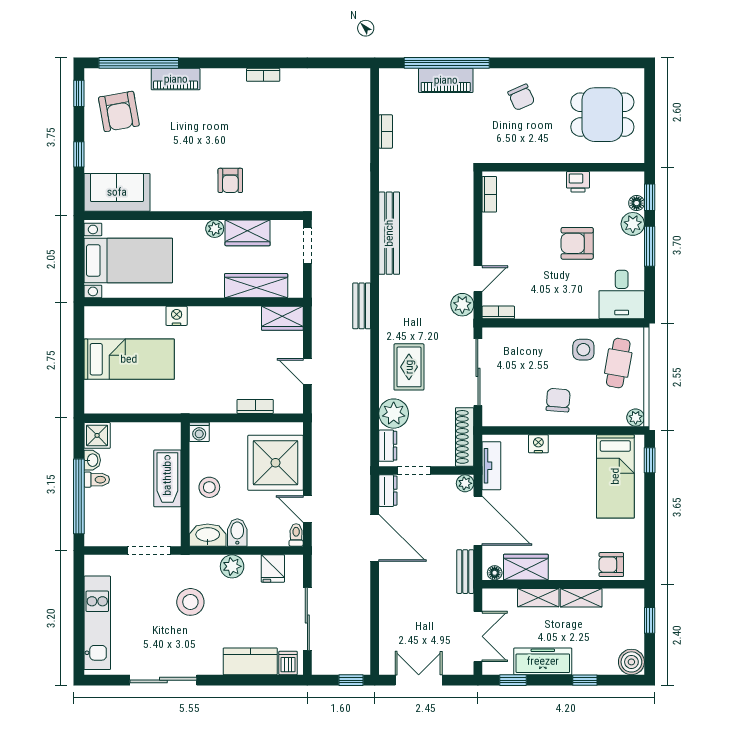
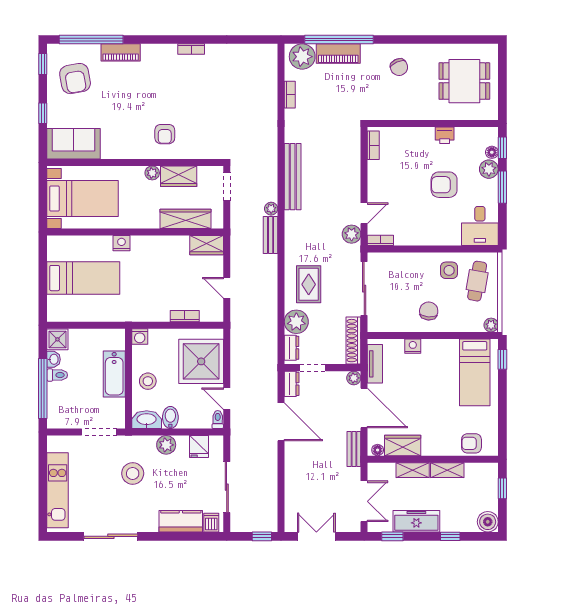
plant: (401, 84) -> (302, 57), added
plant: (362, 273) -> (271, 209), added

